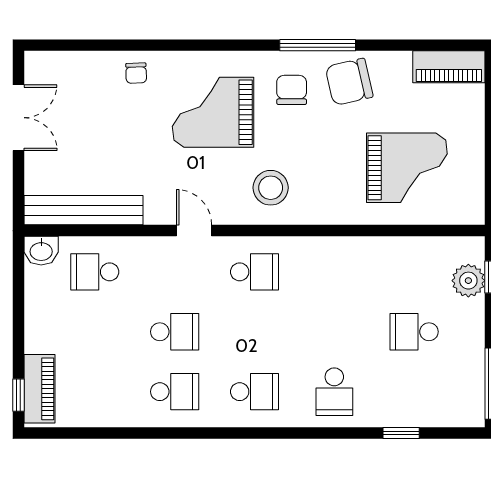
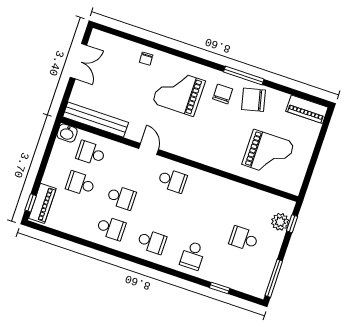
stool: (271, 188) -> (195, 140), removed
school desk: (95, 332) -> (81, 184), added

